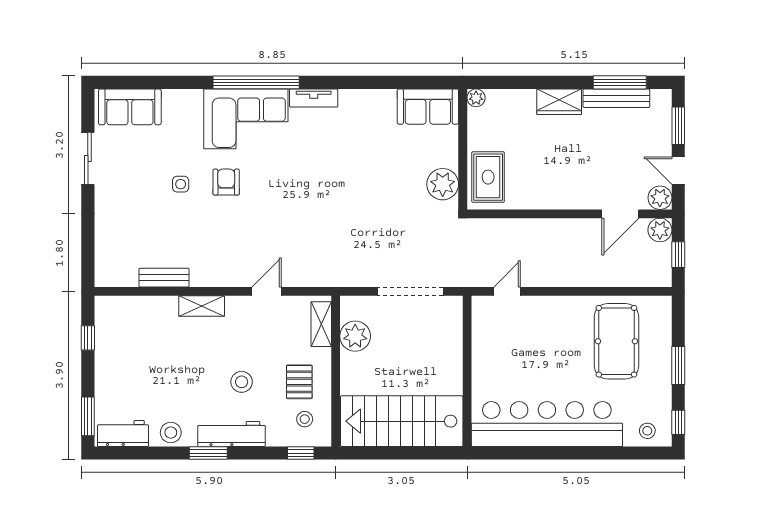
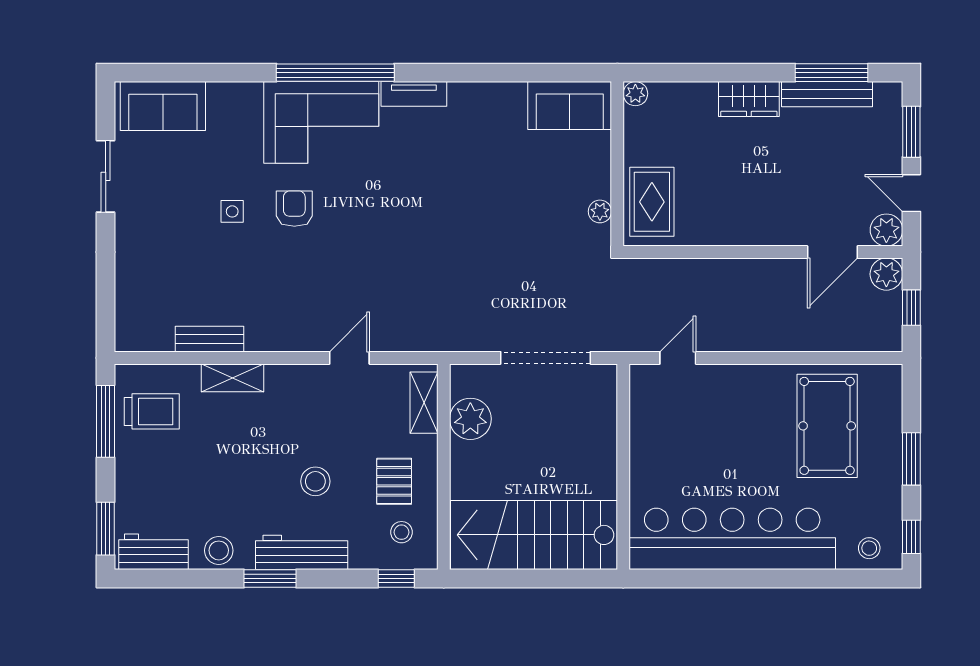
plant: (443, 184) -> (600, 211), width x0.53, depth x0.53
shelving: (202, 306) -> (233, 378), moved
trolley: (122, 331) -> (152, 411), added
window: (88, 338) -> (106, 421), width x2.17

